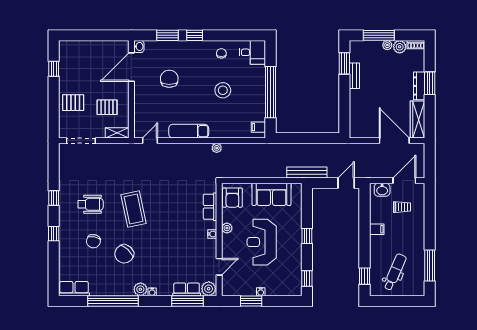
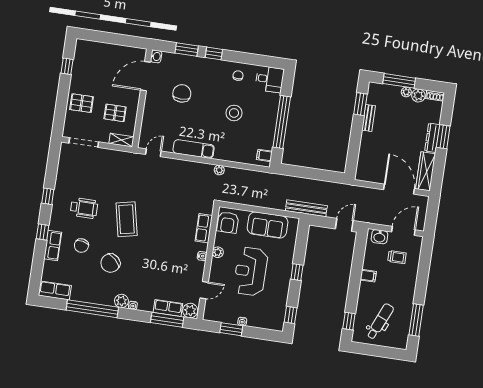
row of seats: (65, 245) -> (53, 246), added

